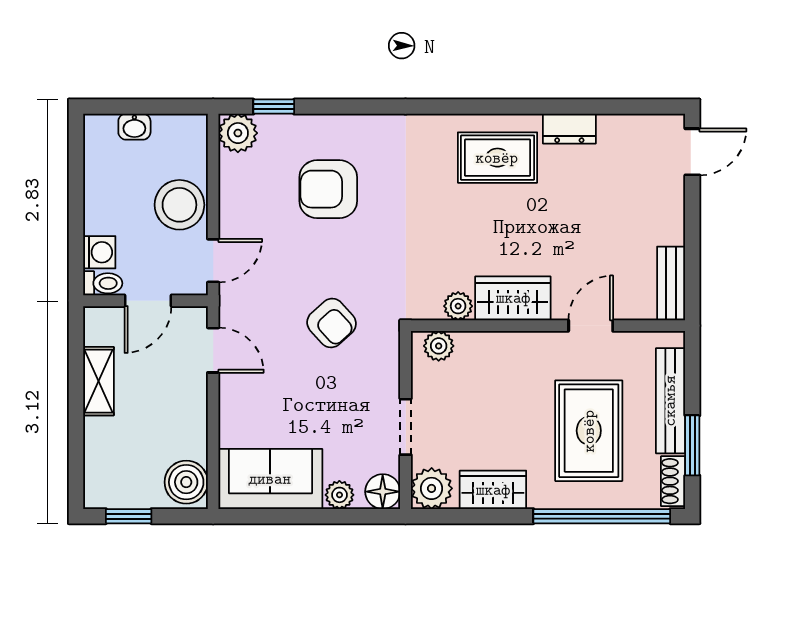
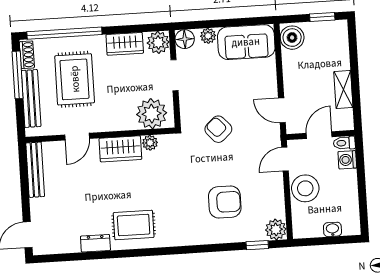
bench: (671, 283) -> (35, 170), width x1.36
plant: (439, 346) -> (152, 114), width x1.88, depth x1.88
window: (692, 445) -> (18, 75), width x1.44

